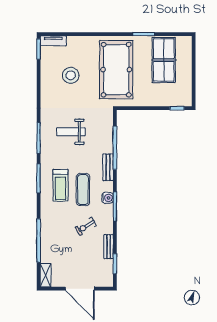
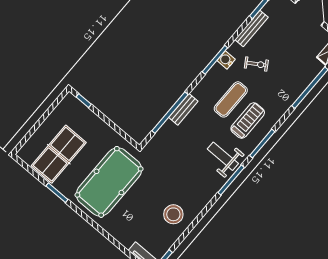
stool: (71, 75) -> (173, 214), moved
weight bench: (71, 132) -> (223, 156), moved, turned 180
bench: (108, 167) -> (183, 109), moved
water cooler: (108, 198) -> (226, 60), moved
bench: (109, 247) -> (251, 28), width x1.36

